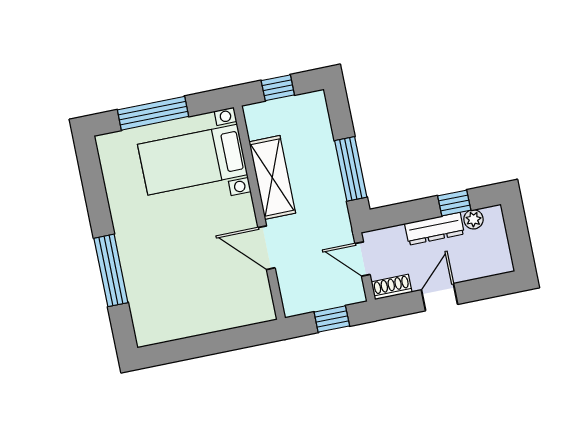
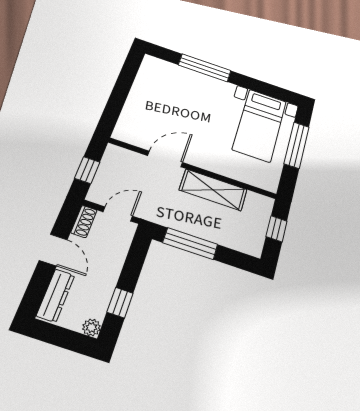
bed with nightstands: (193, 160) -> (260, 125), moved, turned 180
plant: (473, 219) -> (92, 327), moved
dresser: (434, 229) -> (56, 295), moved, turned 180

